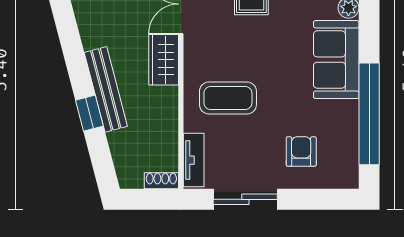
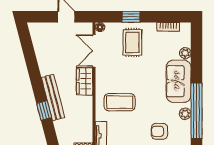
plant: (348, 119) -> (185, 114), added
armchair: (301, 151) -> (159, 131), turned -90

